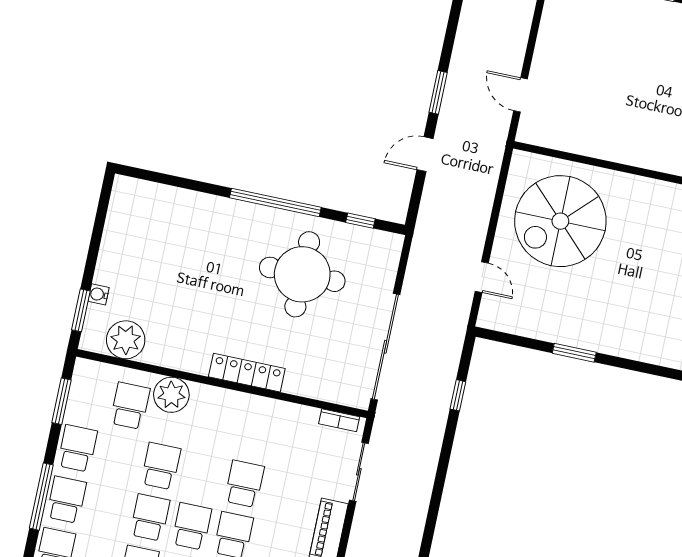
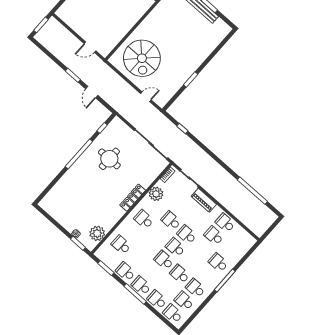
round table: (302, 274) -> (109, 159), width x0.73, depth x0.73
plant: (171, 395) -> (156, 194), moved
school desk: (161, 466) -> (144, 219), moved

